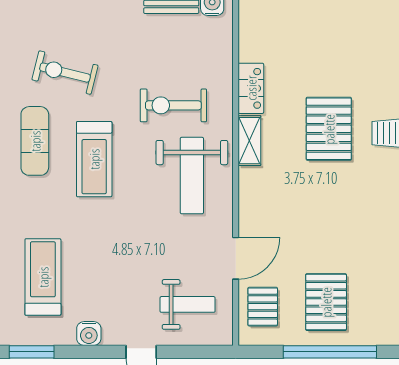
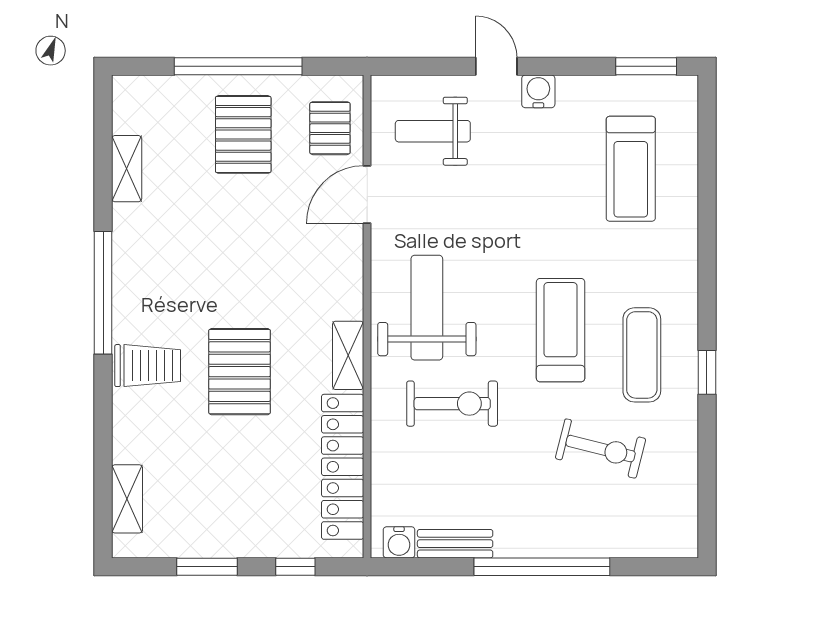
locker: (251, 88) -> (343, 467), width x2.16, depth x1.21
water cooler: (89, 334) -> (538, 91), moved

